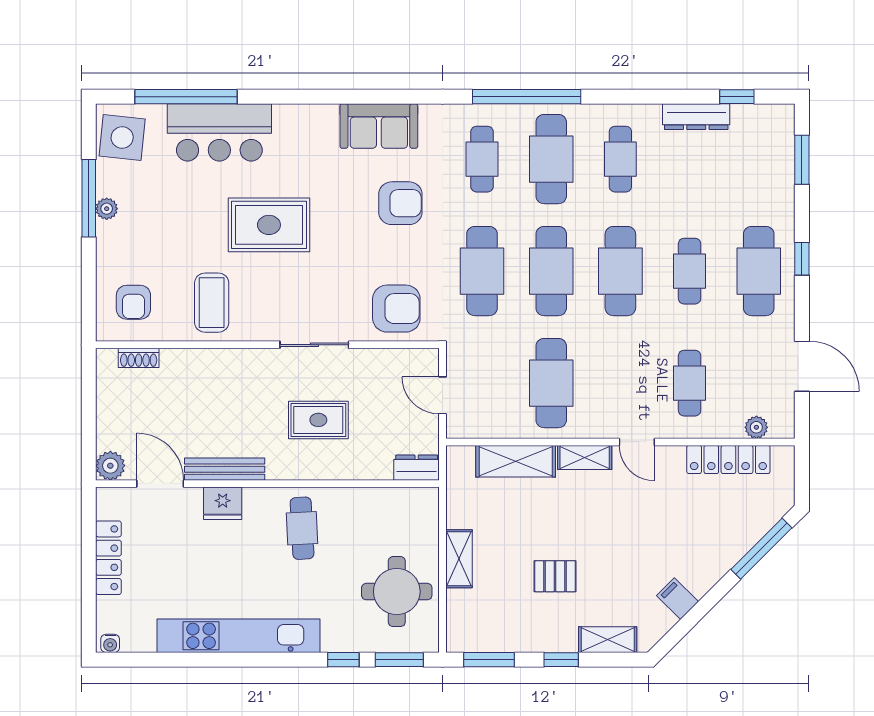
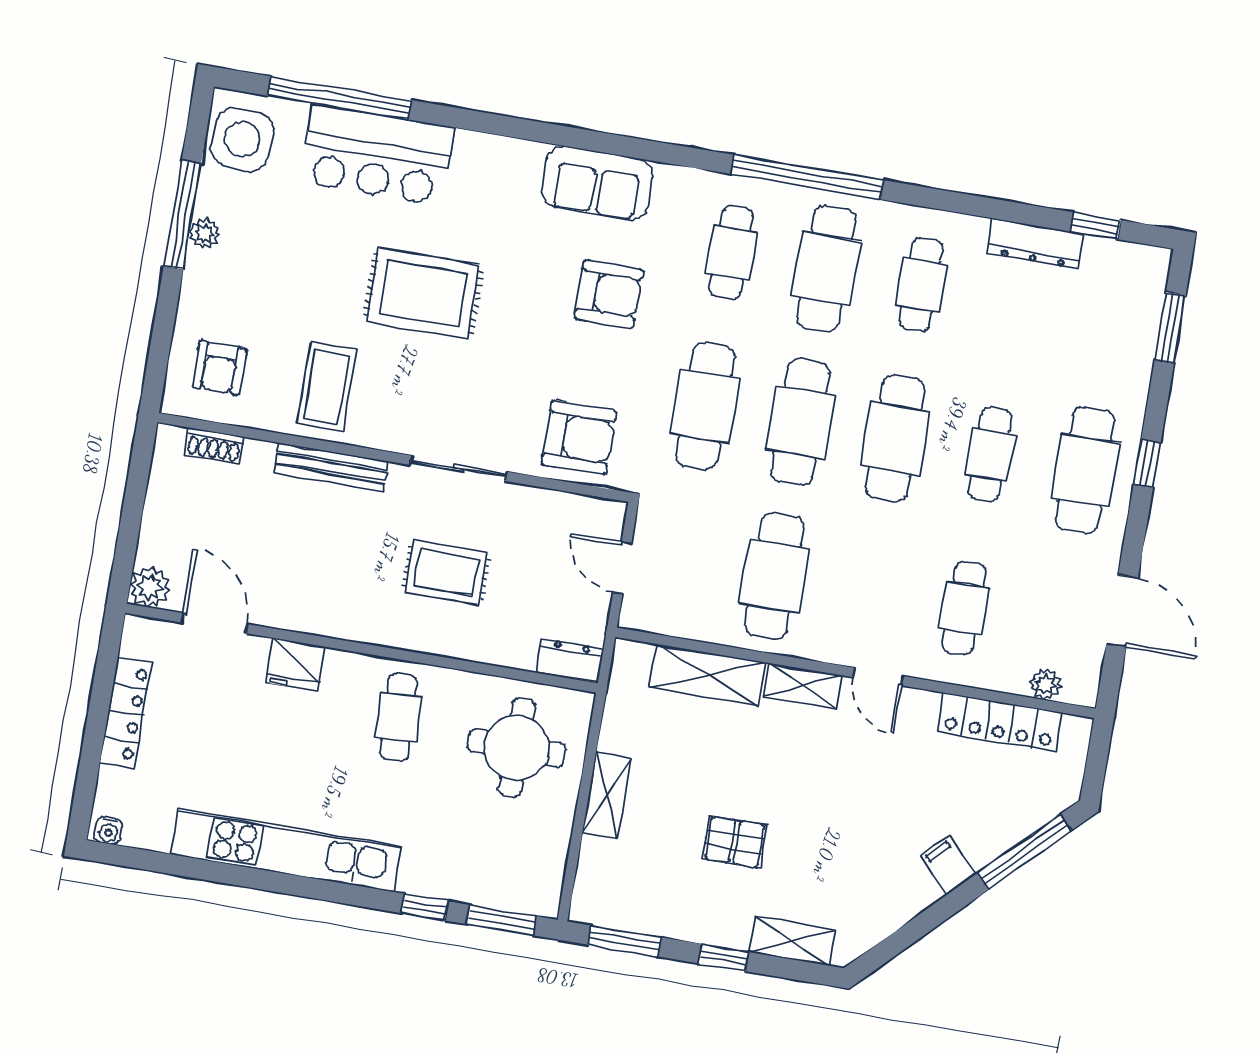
bench: (225, 469) -> (331, 467), moved
round table: (397, 592) -> (517, 748), moved
filing cabinet: (678, 599) -> (948, 865), moved

